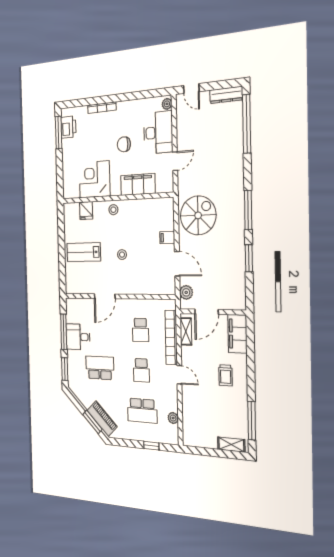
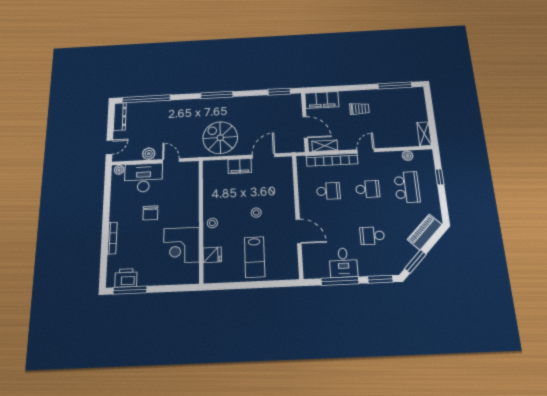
filing cabinet: (138, 184) -> (189, 197), removed
filing cabinet: (167, 238) -> (240, 166), width x2.00
window: (249, 258) -> (279, 92), moved
plant: (186, 292) -> (149, 154), moved
school desk: (100, 368) -> (372, 236), width x0.54
window: (92, 422) -> (415, 261), moved
shelving: (231, 445) -> (424, 134), moved

